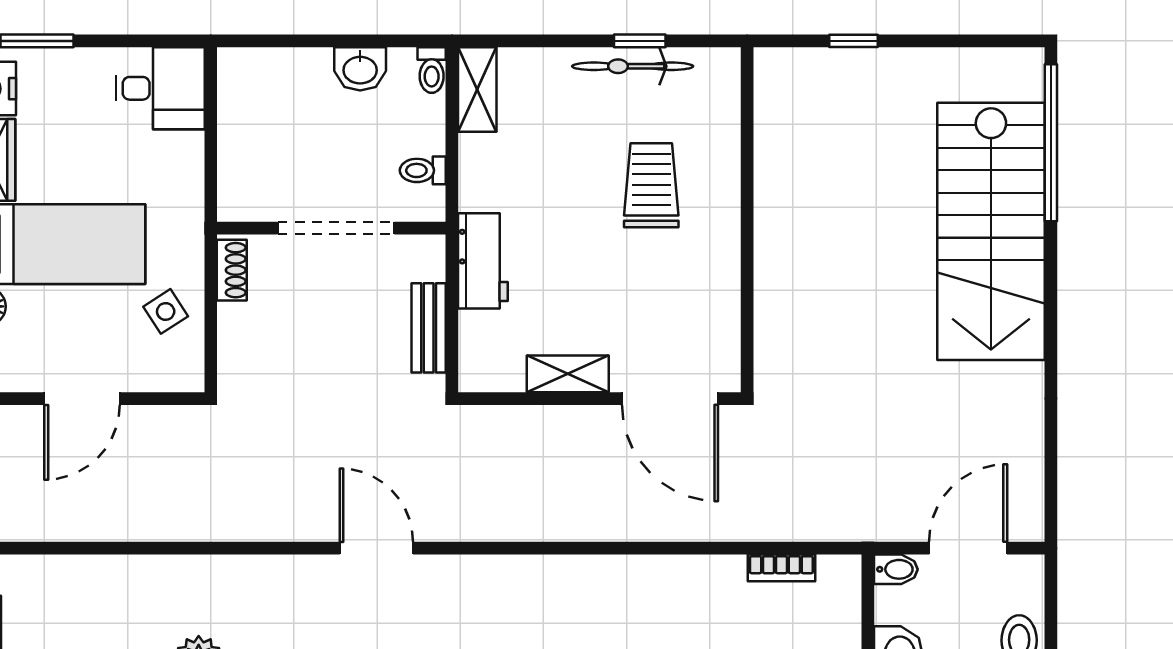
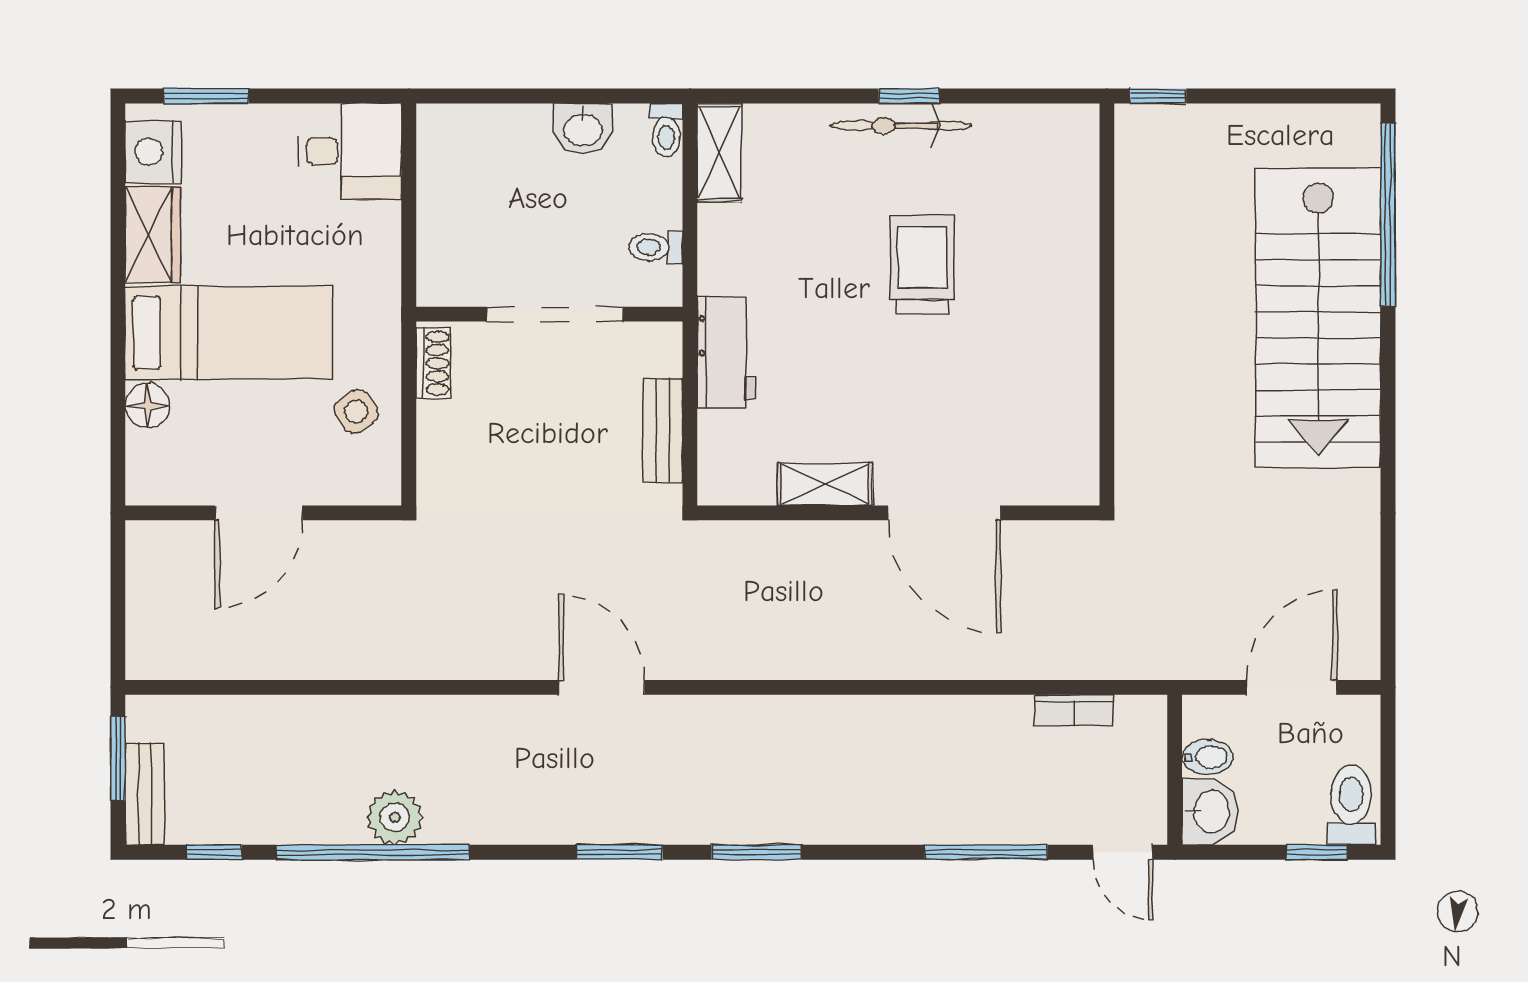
wall: (747, 220) -> (1107, 304), moved
bidet: (896, 569) -> (1207, 757), moved

